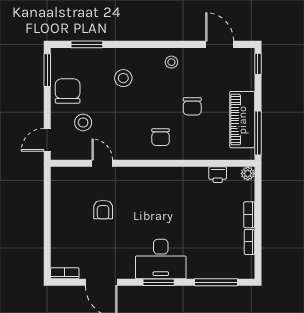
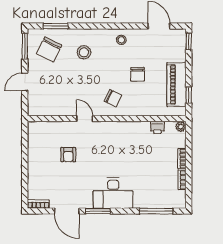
chair: (68, 91) -> (49, 49), moved, turned -153
stool: (83, 122) -> (53, 87), removed
window: (258, 133) -> (189, 95), width x0.46
chair: (161, 137) -> (113, 98), turned -64
door: (47, 140) -> (25, 82), moved
door: (102, 163) -> (85, 119), moved
window: (159, 282) -> (98, 211), moved

